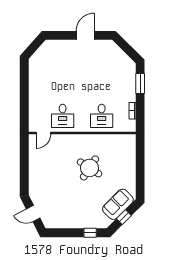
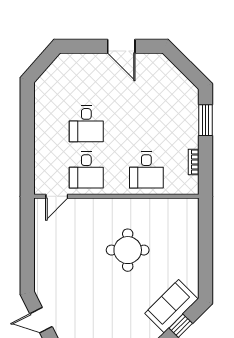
door: (85, 35) -> (121, 46), swing flipped
desk: (63, 86) -> (86, 124), added
round table: (90, 168) -> (128, 250), turned -33

